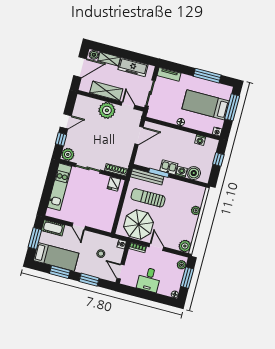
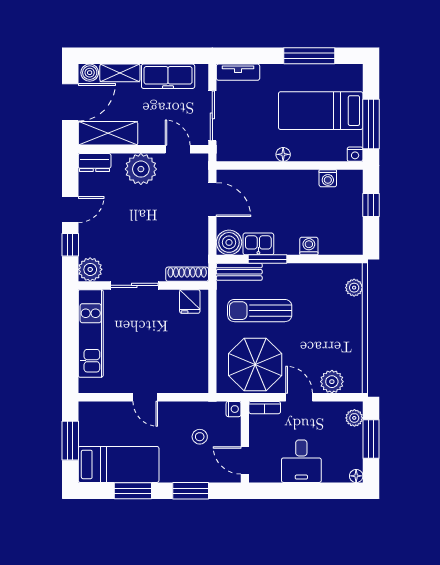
shelving: (106, 91) -> (108, 133), moved
dresser: (84, 101) -> (95, 163), added
window: (232, 107) -> (371, 124), moved
door: (139, 135) -> (212, 200), hinge flipped
kitchen sink: (169, 167) -> (258, 244), moved
boiler: (194, 173) -> (229, 242), moved
bench: (147, 177) -> (239, 272), width x0.73
plant: (196, 210) -> (354, 288), moved
cot: (53, 228) -> (99, 412), removed
plant: (185, 246) -> (332, 382), moved

